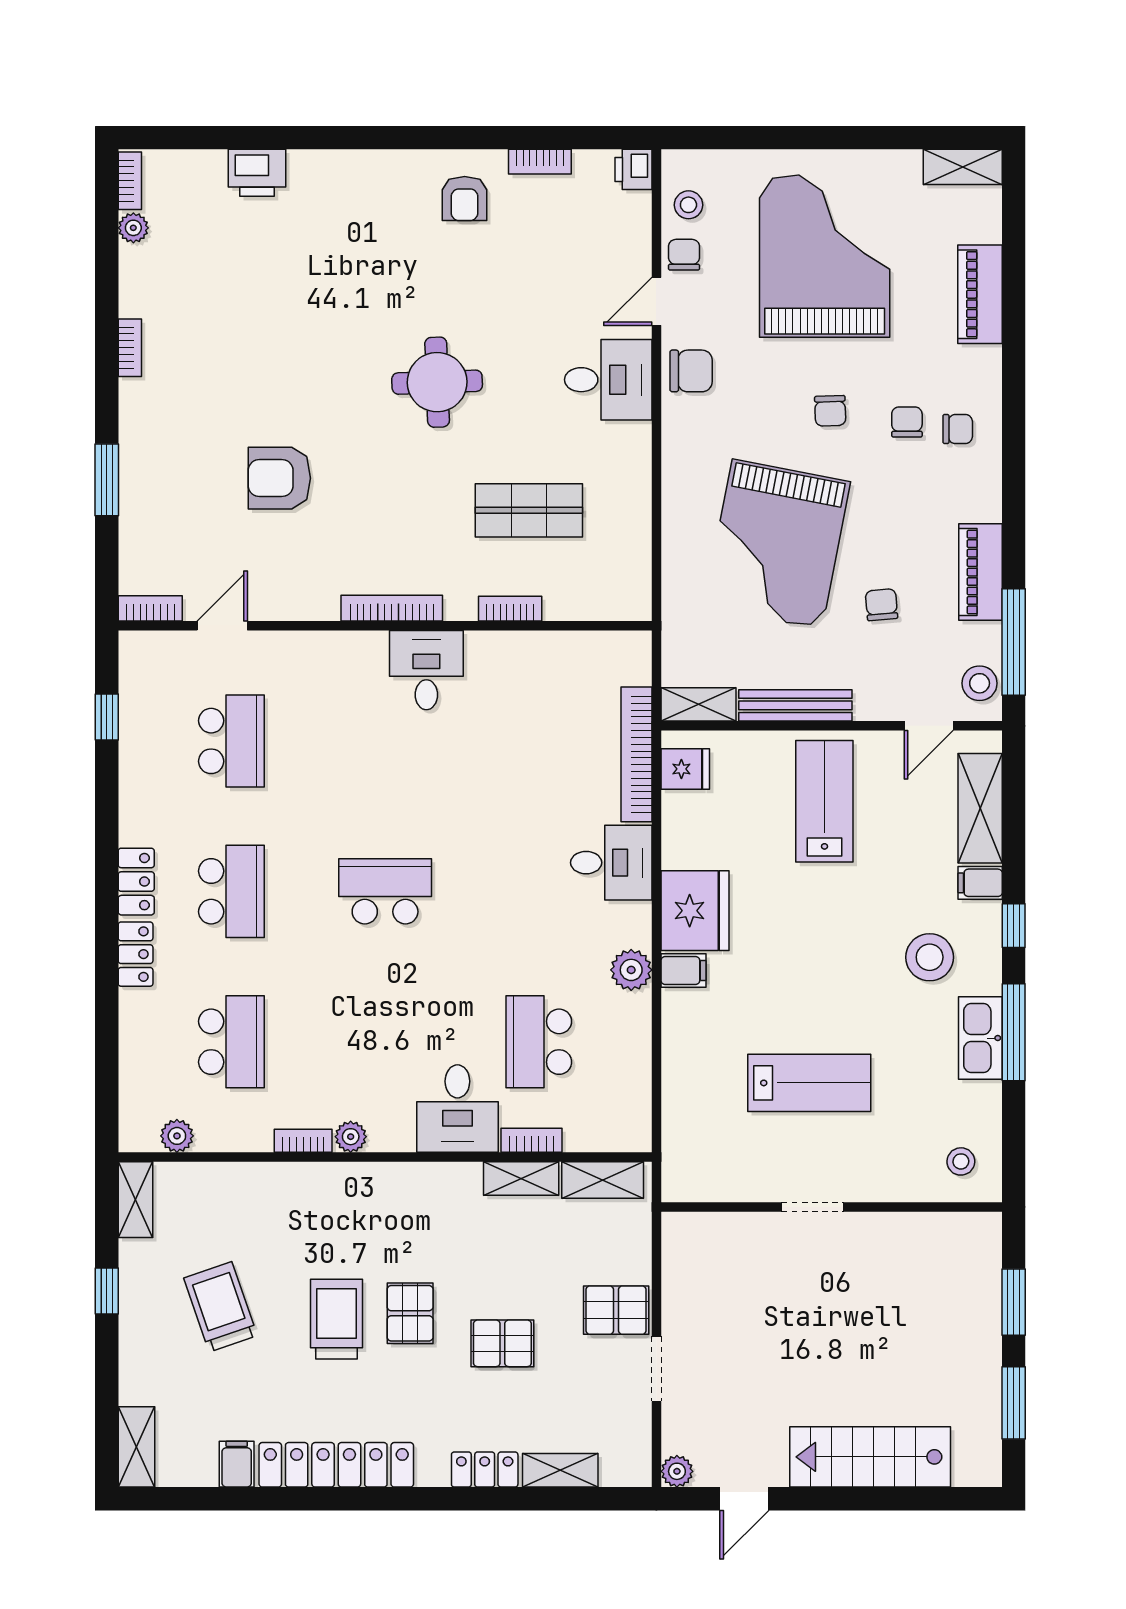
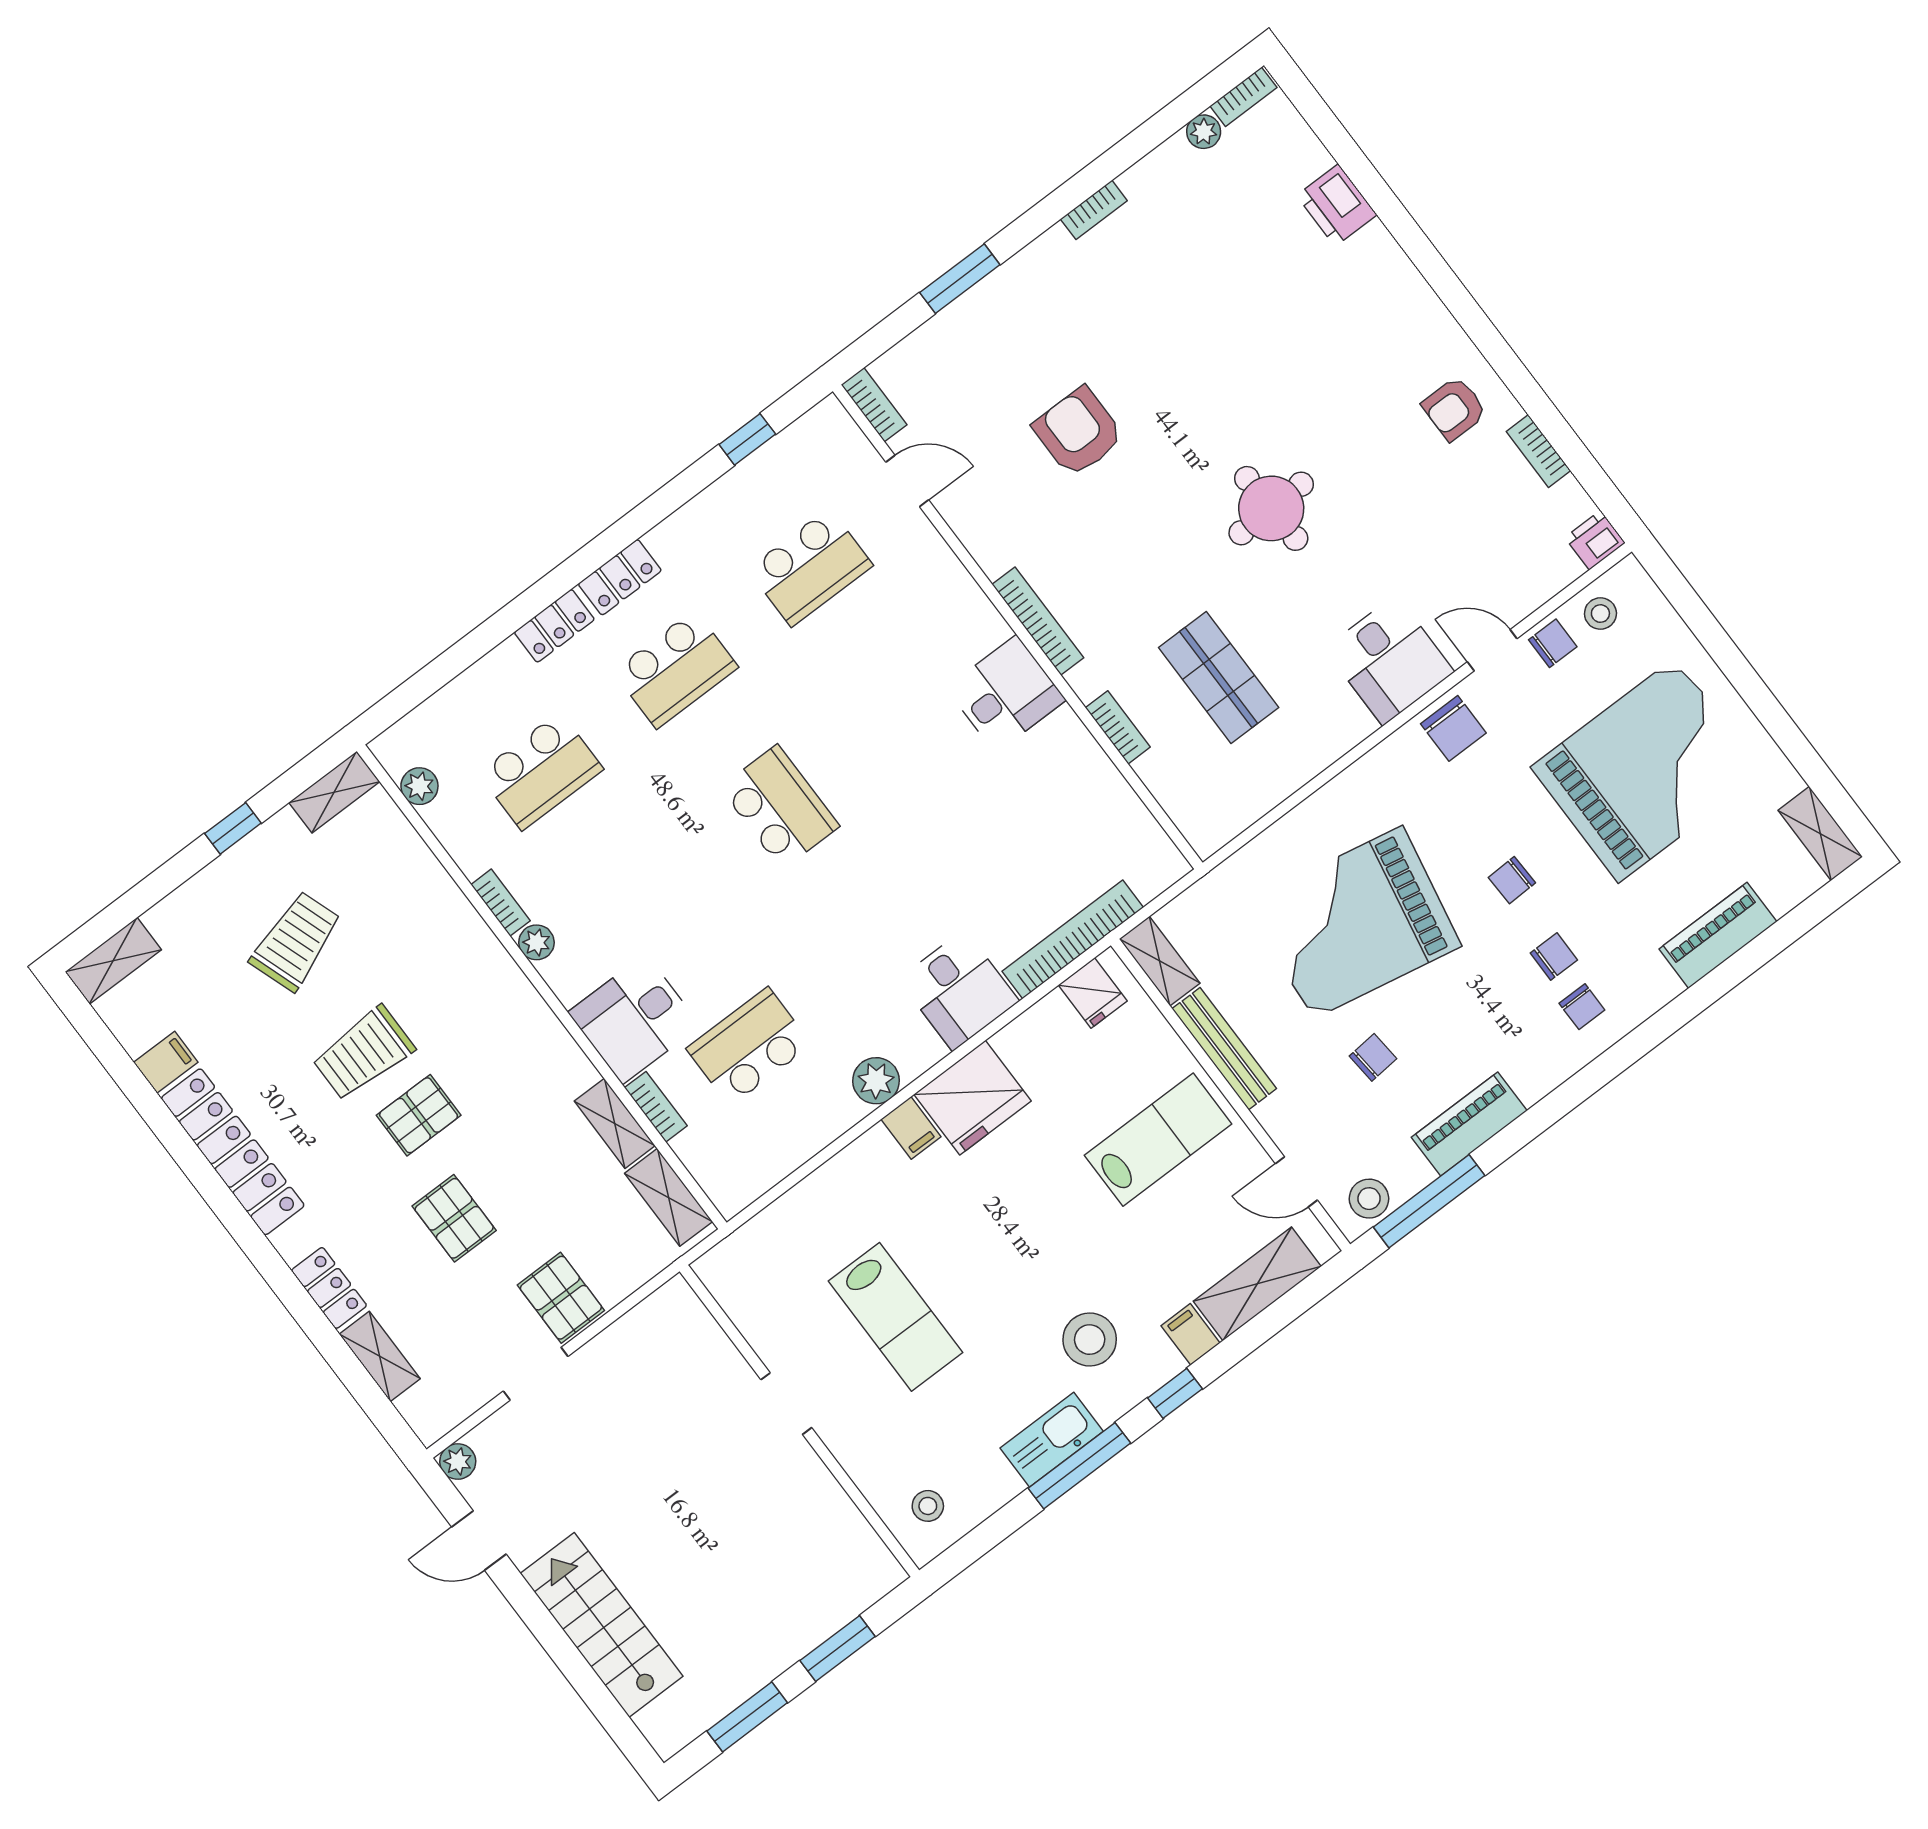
trolley: (336, 1319) -> (363, 1053), turned 180

